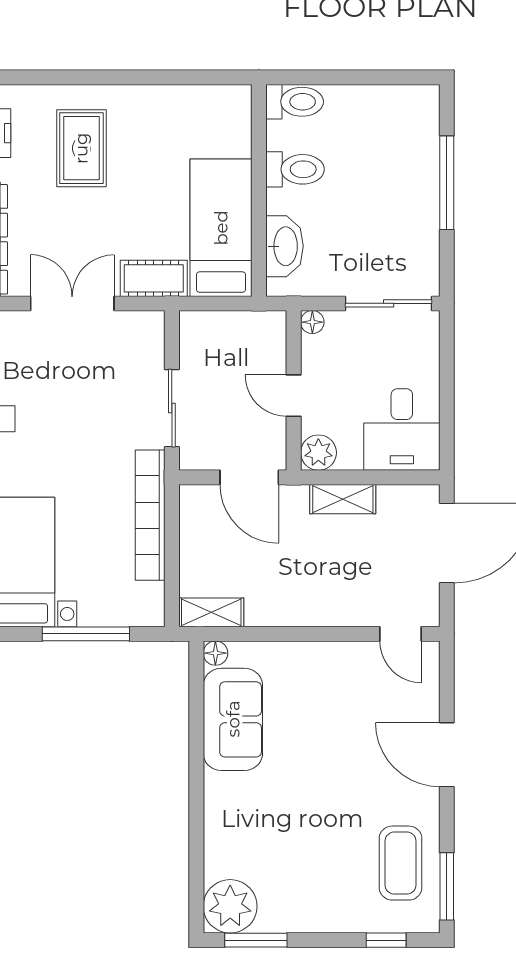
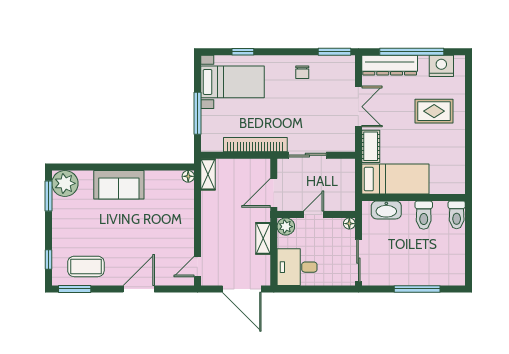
sofa: (233, 719) -> (119, 185), moved

